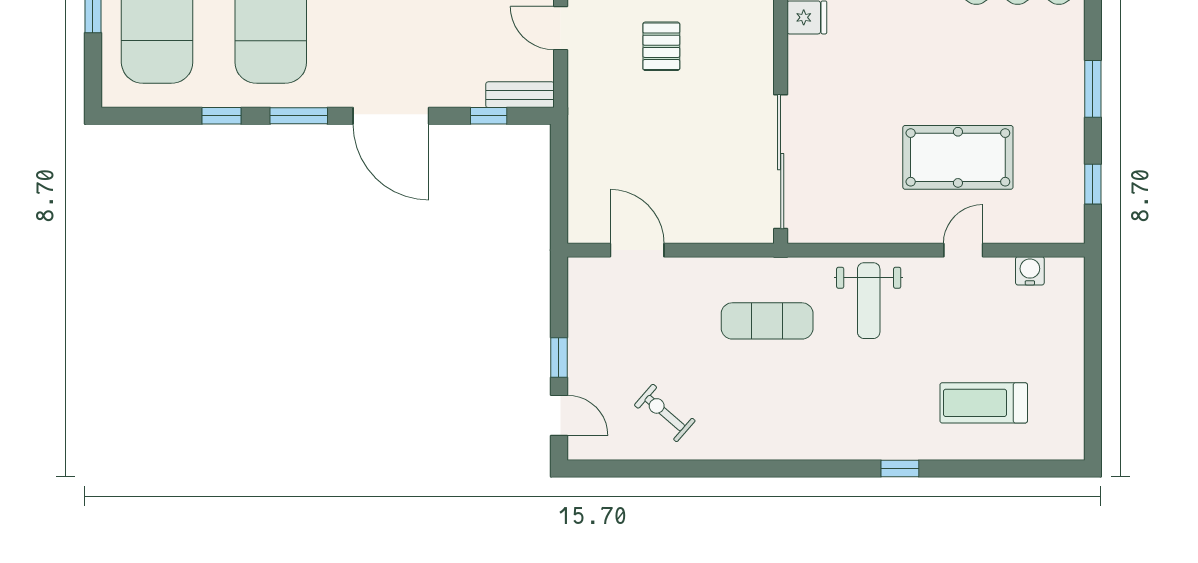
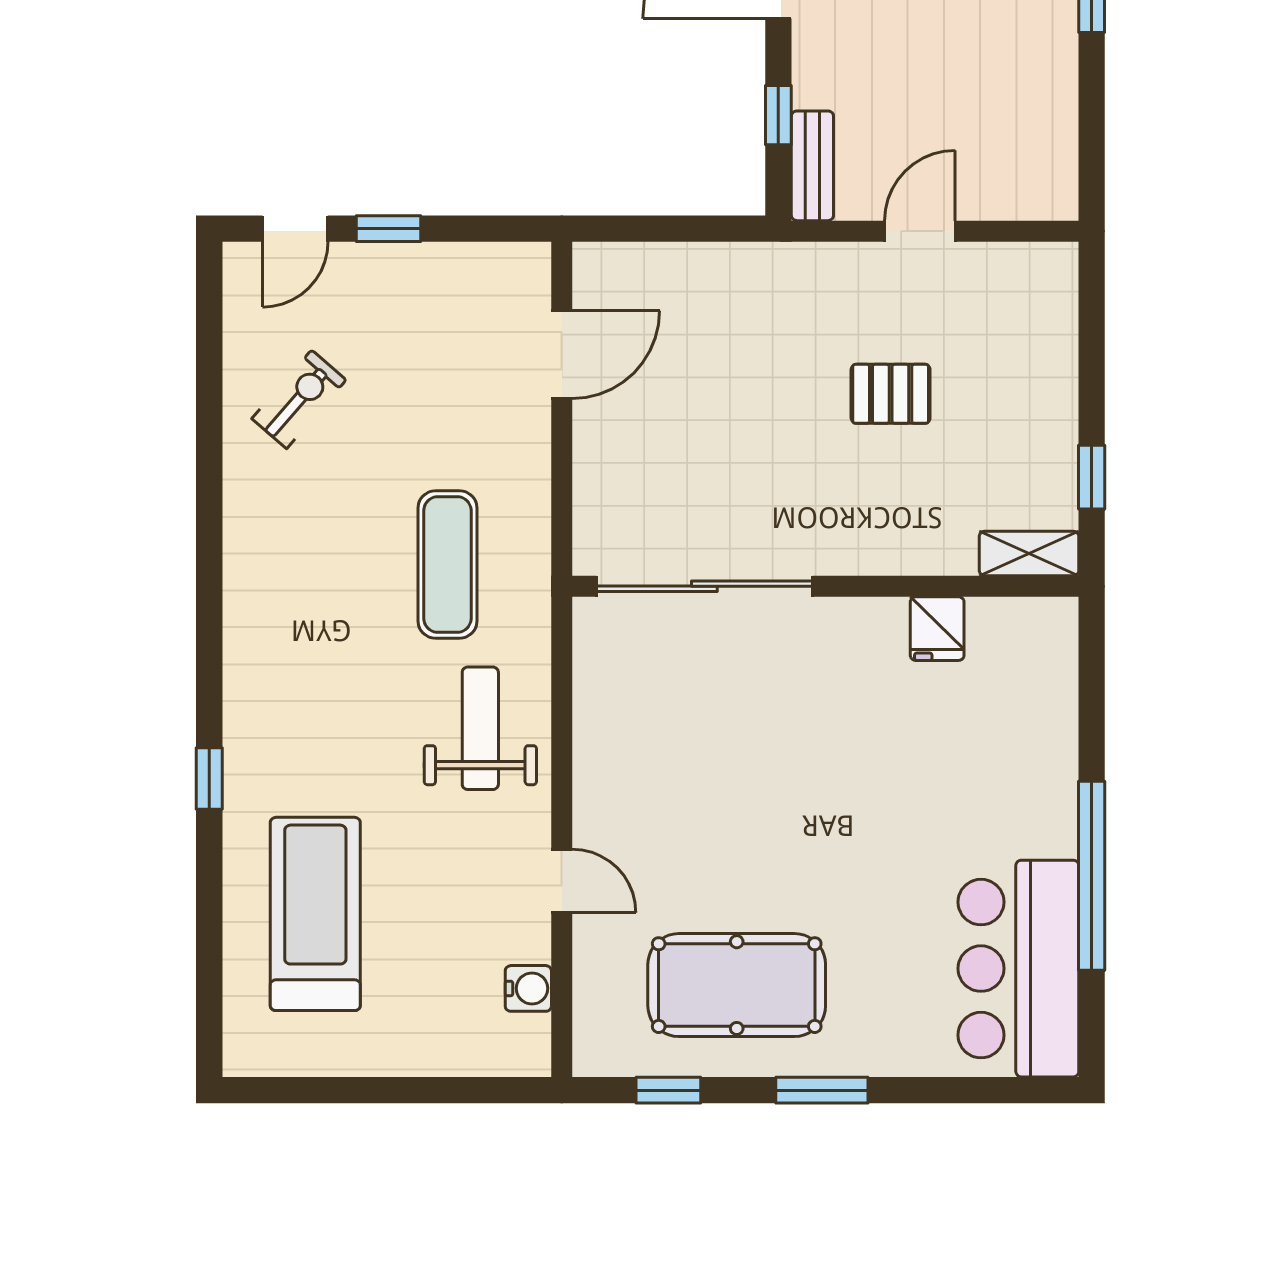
pool table: (958, 157) -> (737, 985), moved, turned 90
weight bench: (869, 301) -> (480, 728), turned 90
treadmill: (984, 403) -> (315, 914), width x1.37, depth x1.38

